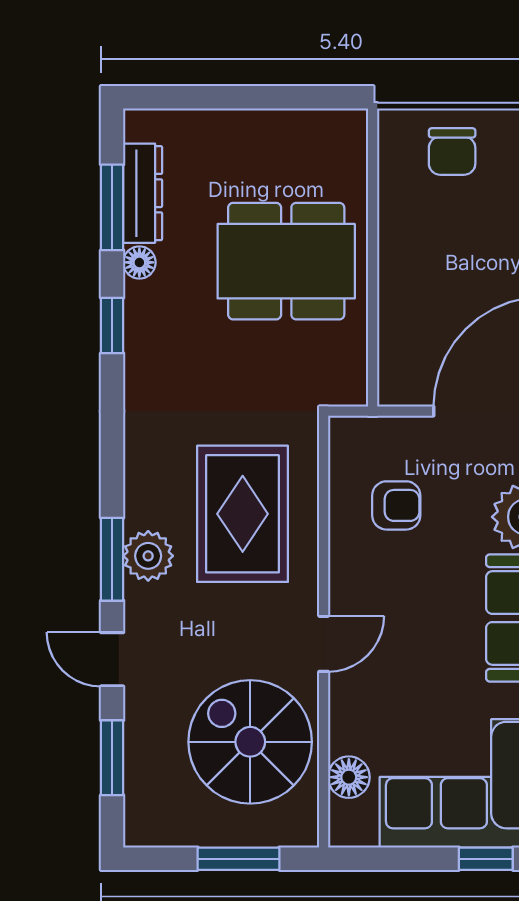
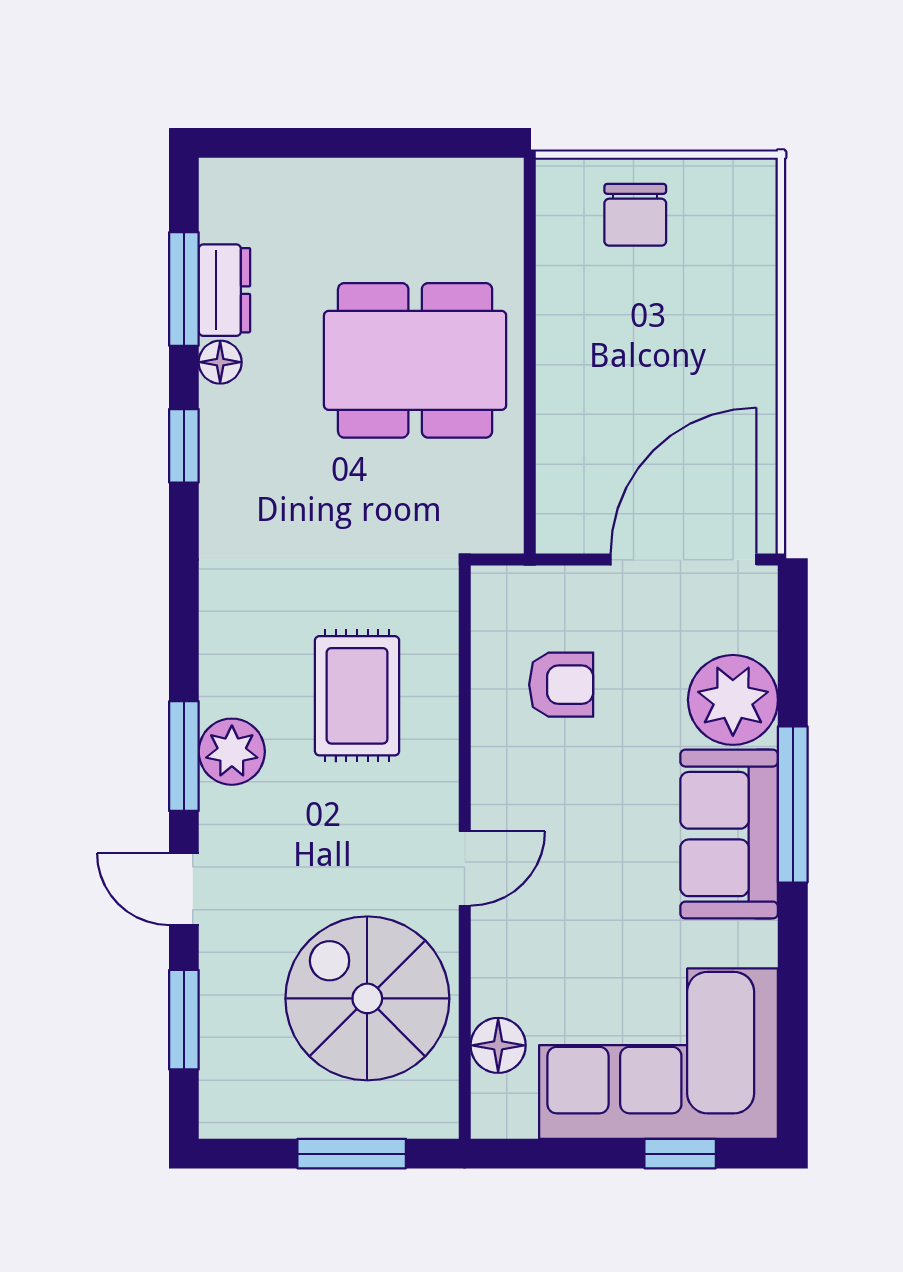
dresser: (143, 193) -> (224, 290), width x0.70
rug: (243, 514) -> (357, 696), width x0.73, depth x0.70

